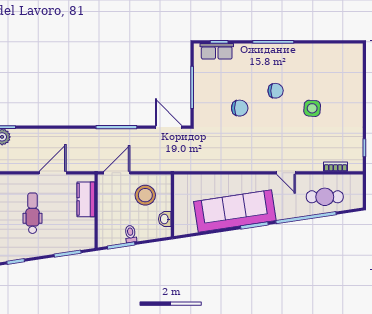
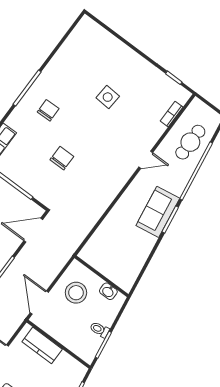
chair: (276, 91) -> (48, 110), moved
sofa: (235, 211) -> (158, 212), width x0.54, depth x0.79

